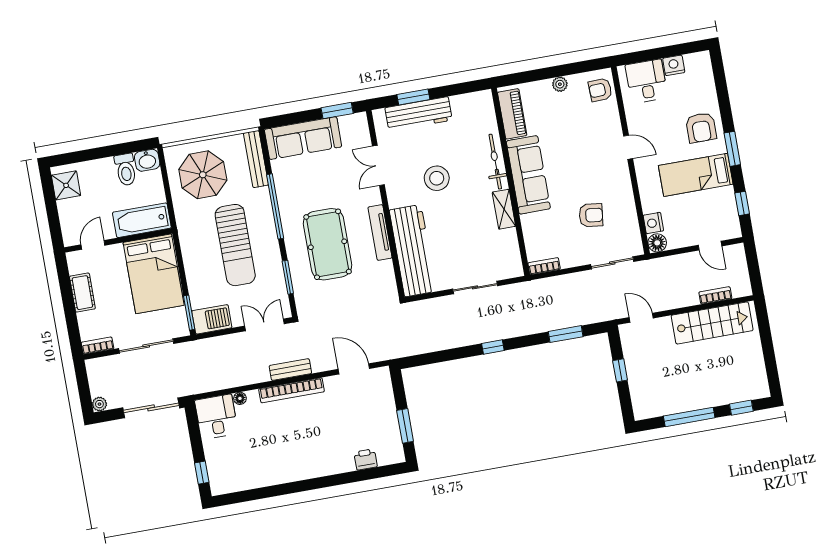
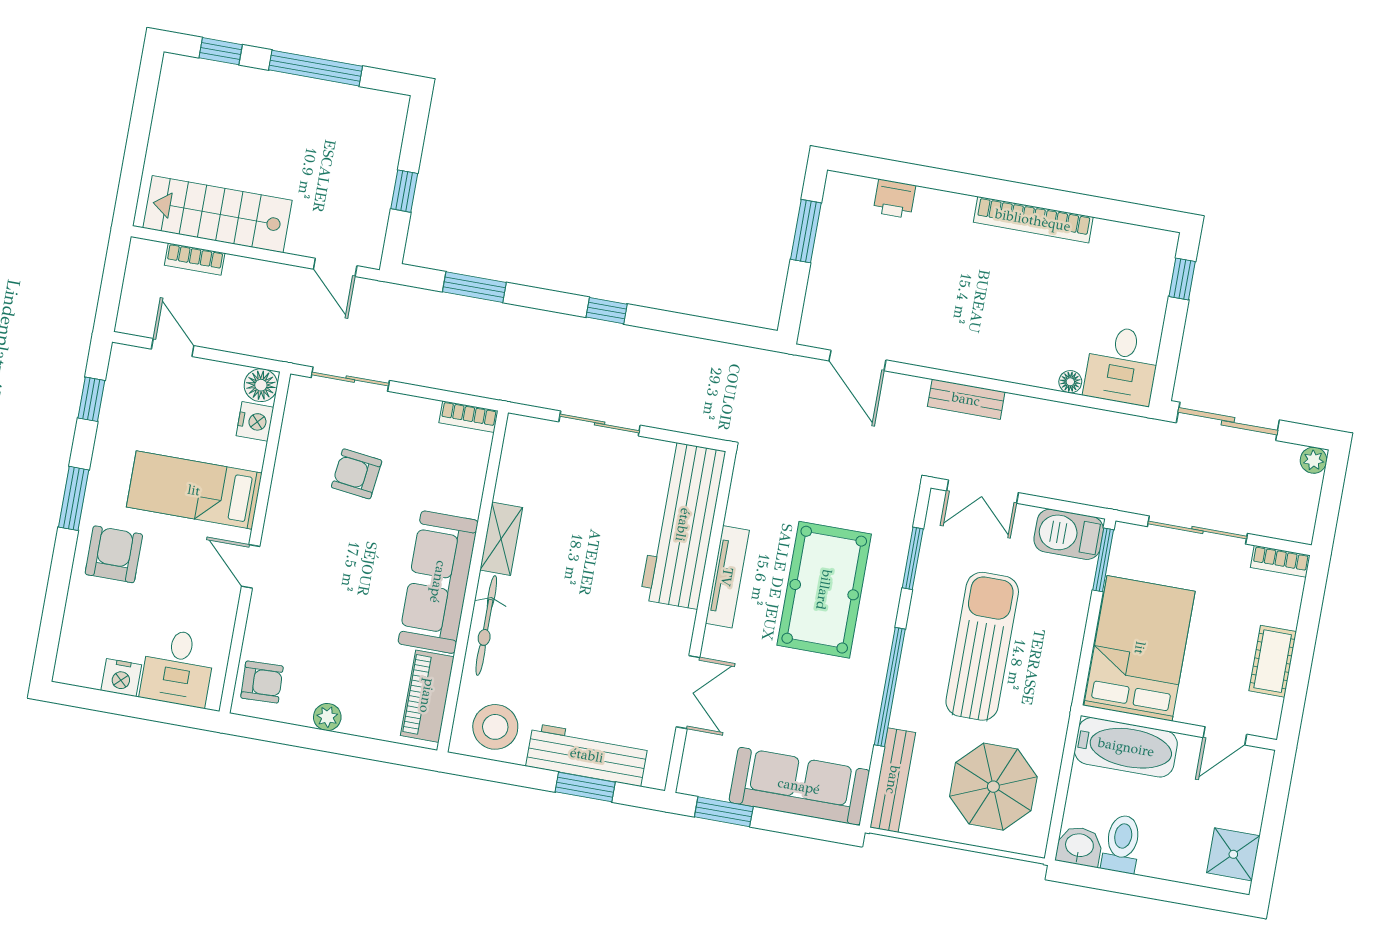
bed: (696, 175) -> (194, 490), moved, turned 180
stool: (437, 178) -> (495, 727), moved
bookcase: (292, 390) -> (1033, 220), moved, turned 180

